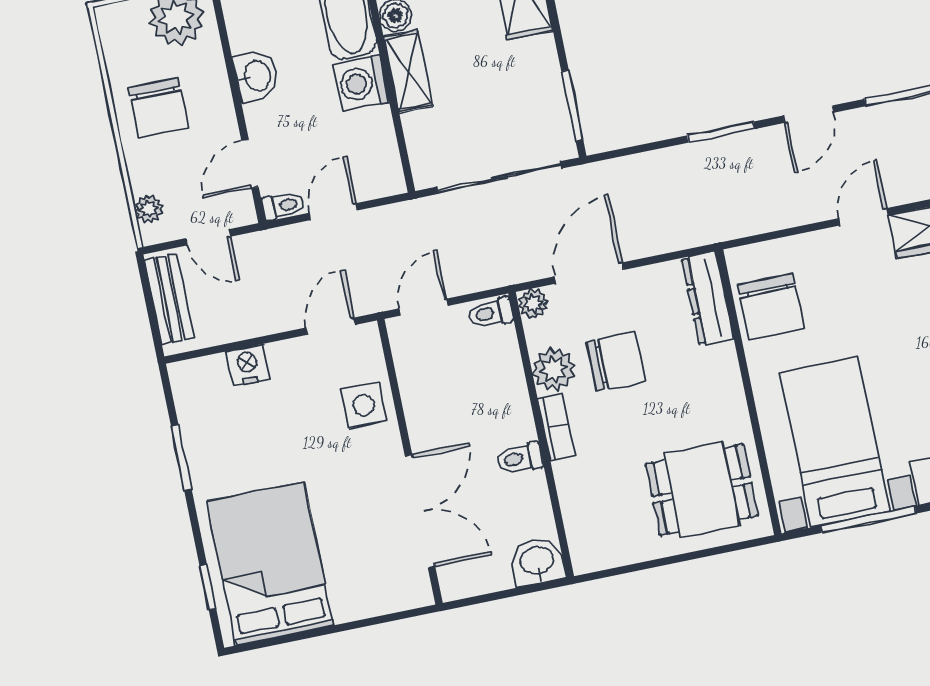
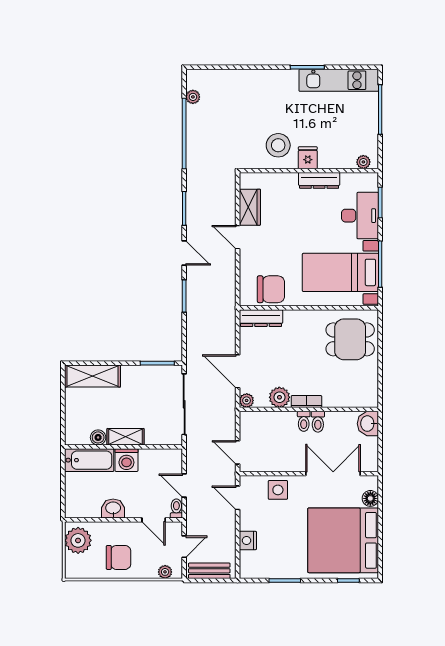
toilet: (491, 313) -> (304, 421), moved
chair: (616, 361) -> (282, 367), removed
dining table: (702, 490) -> (350, 339), turned 90
bed: (270, 563) -> (343, 540), width x1.36
floor lamp: (385, 598) -> (370, 498), added

